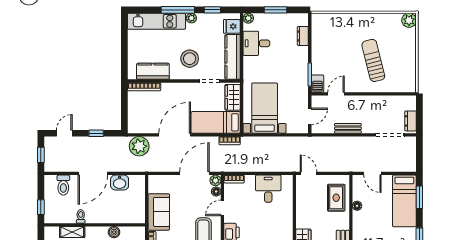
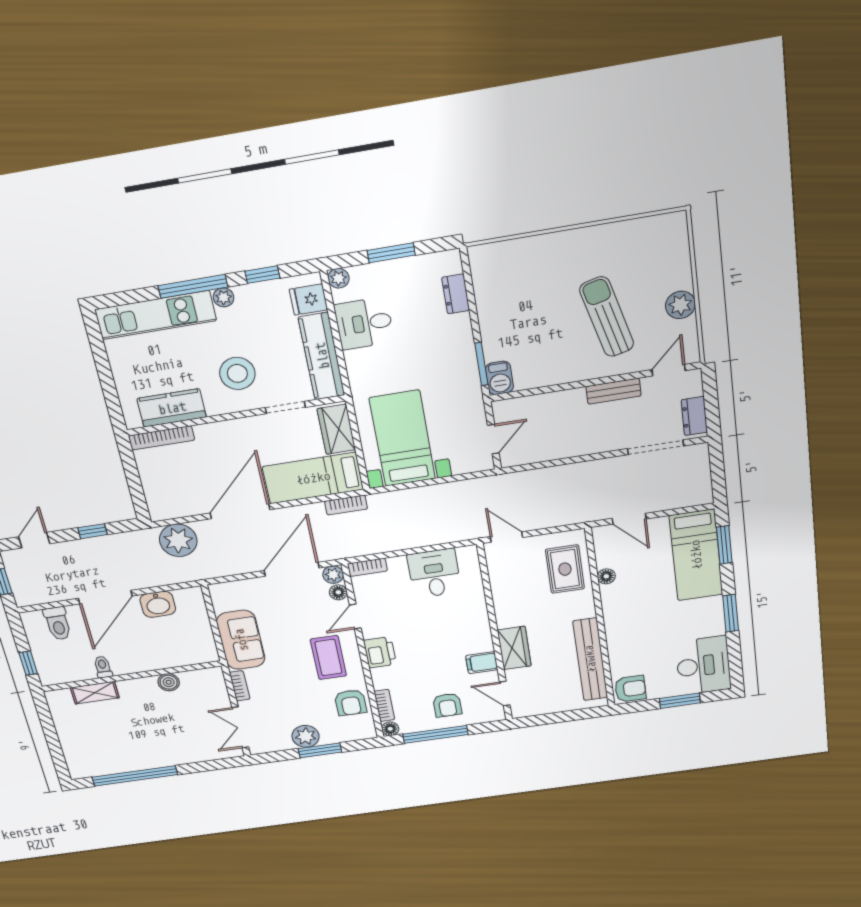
plant: (409, 20) -> (680, 305), moved
door: (336, 94) -> (669, 370), moved
bench: (348, 128) -> (613, 391), moved

